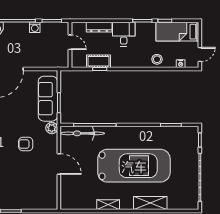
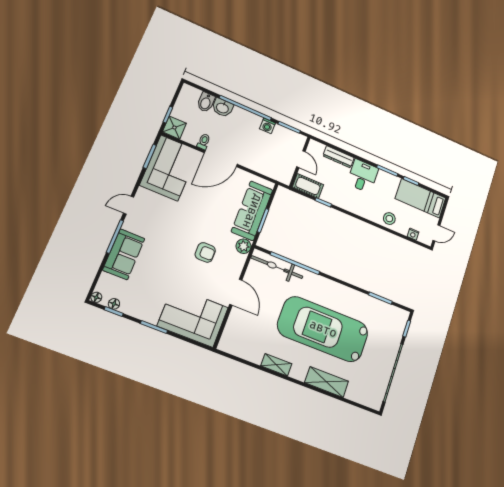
cot: (99, 61) -> (308, 186), moved
armchair: (26, 144) -> (205, 252), turned 180
car: (134, 166) -> (323, 329), turned 180
corner sofa: (35, 194) -> (193, 317), added

